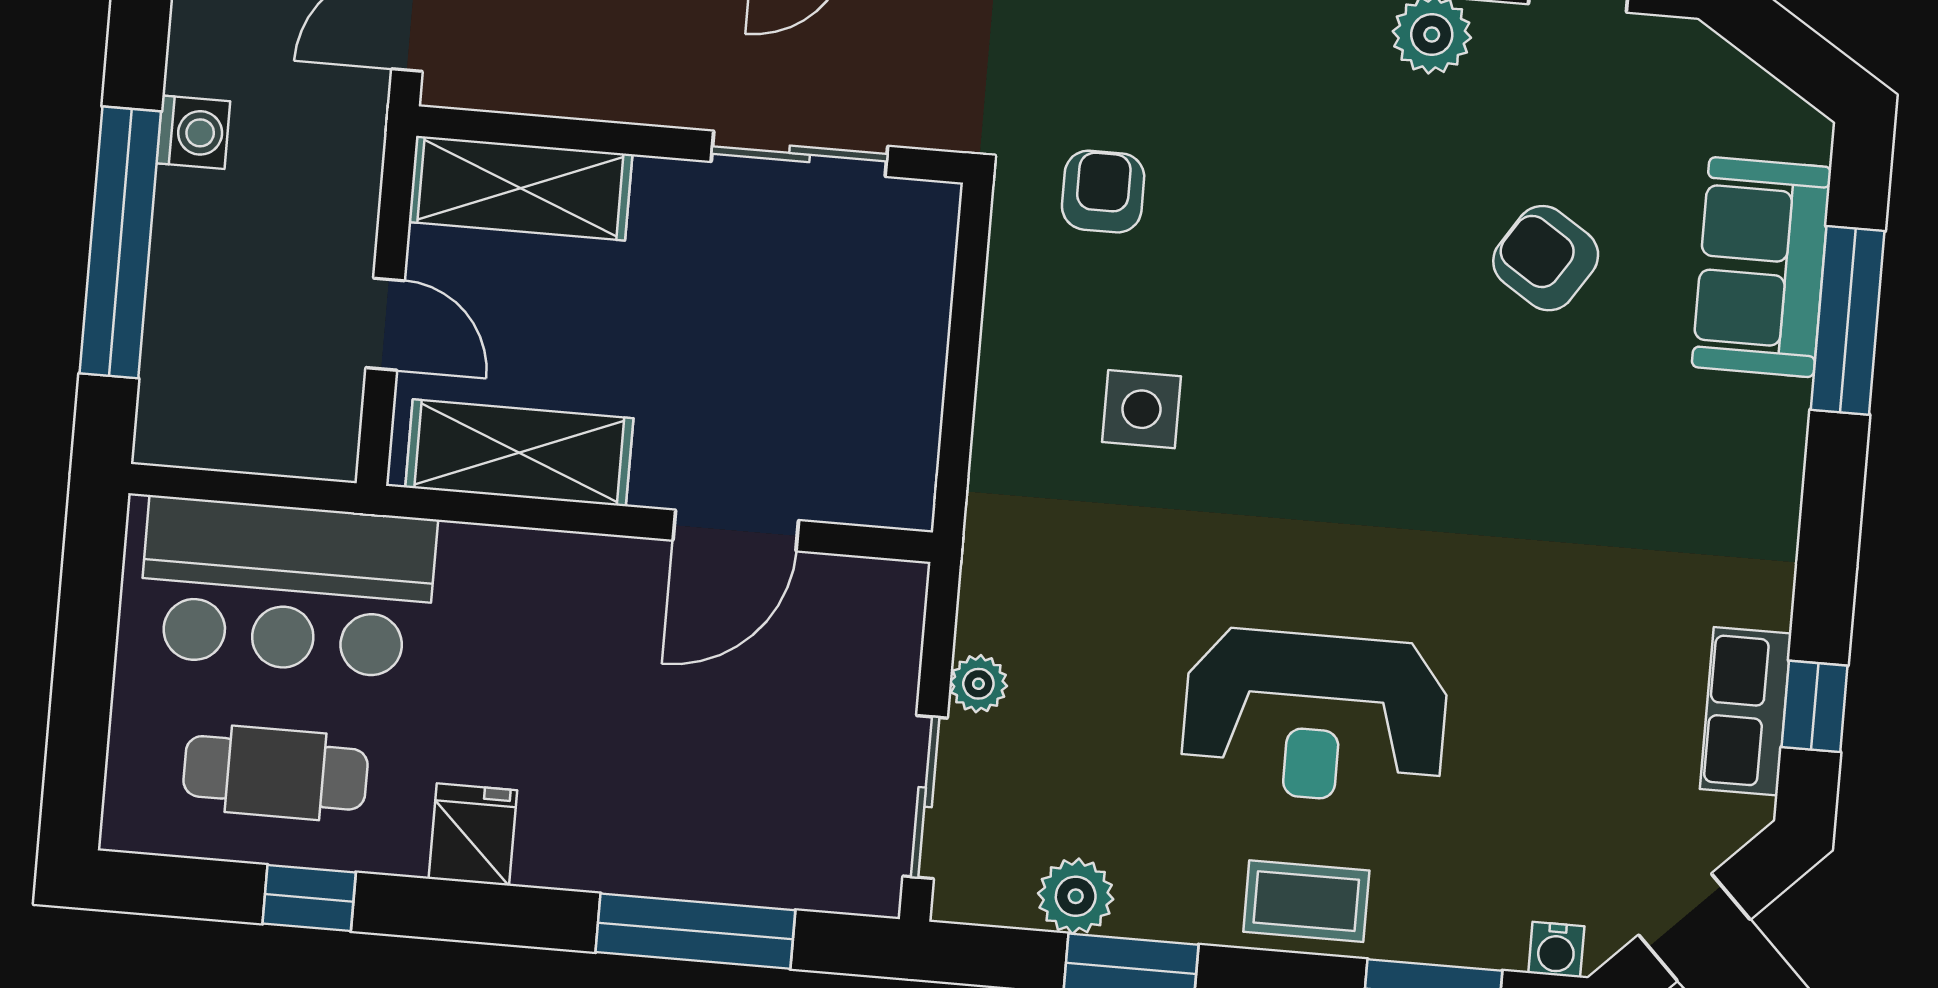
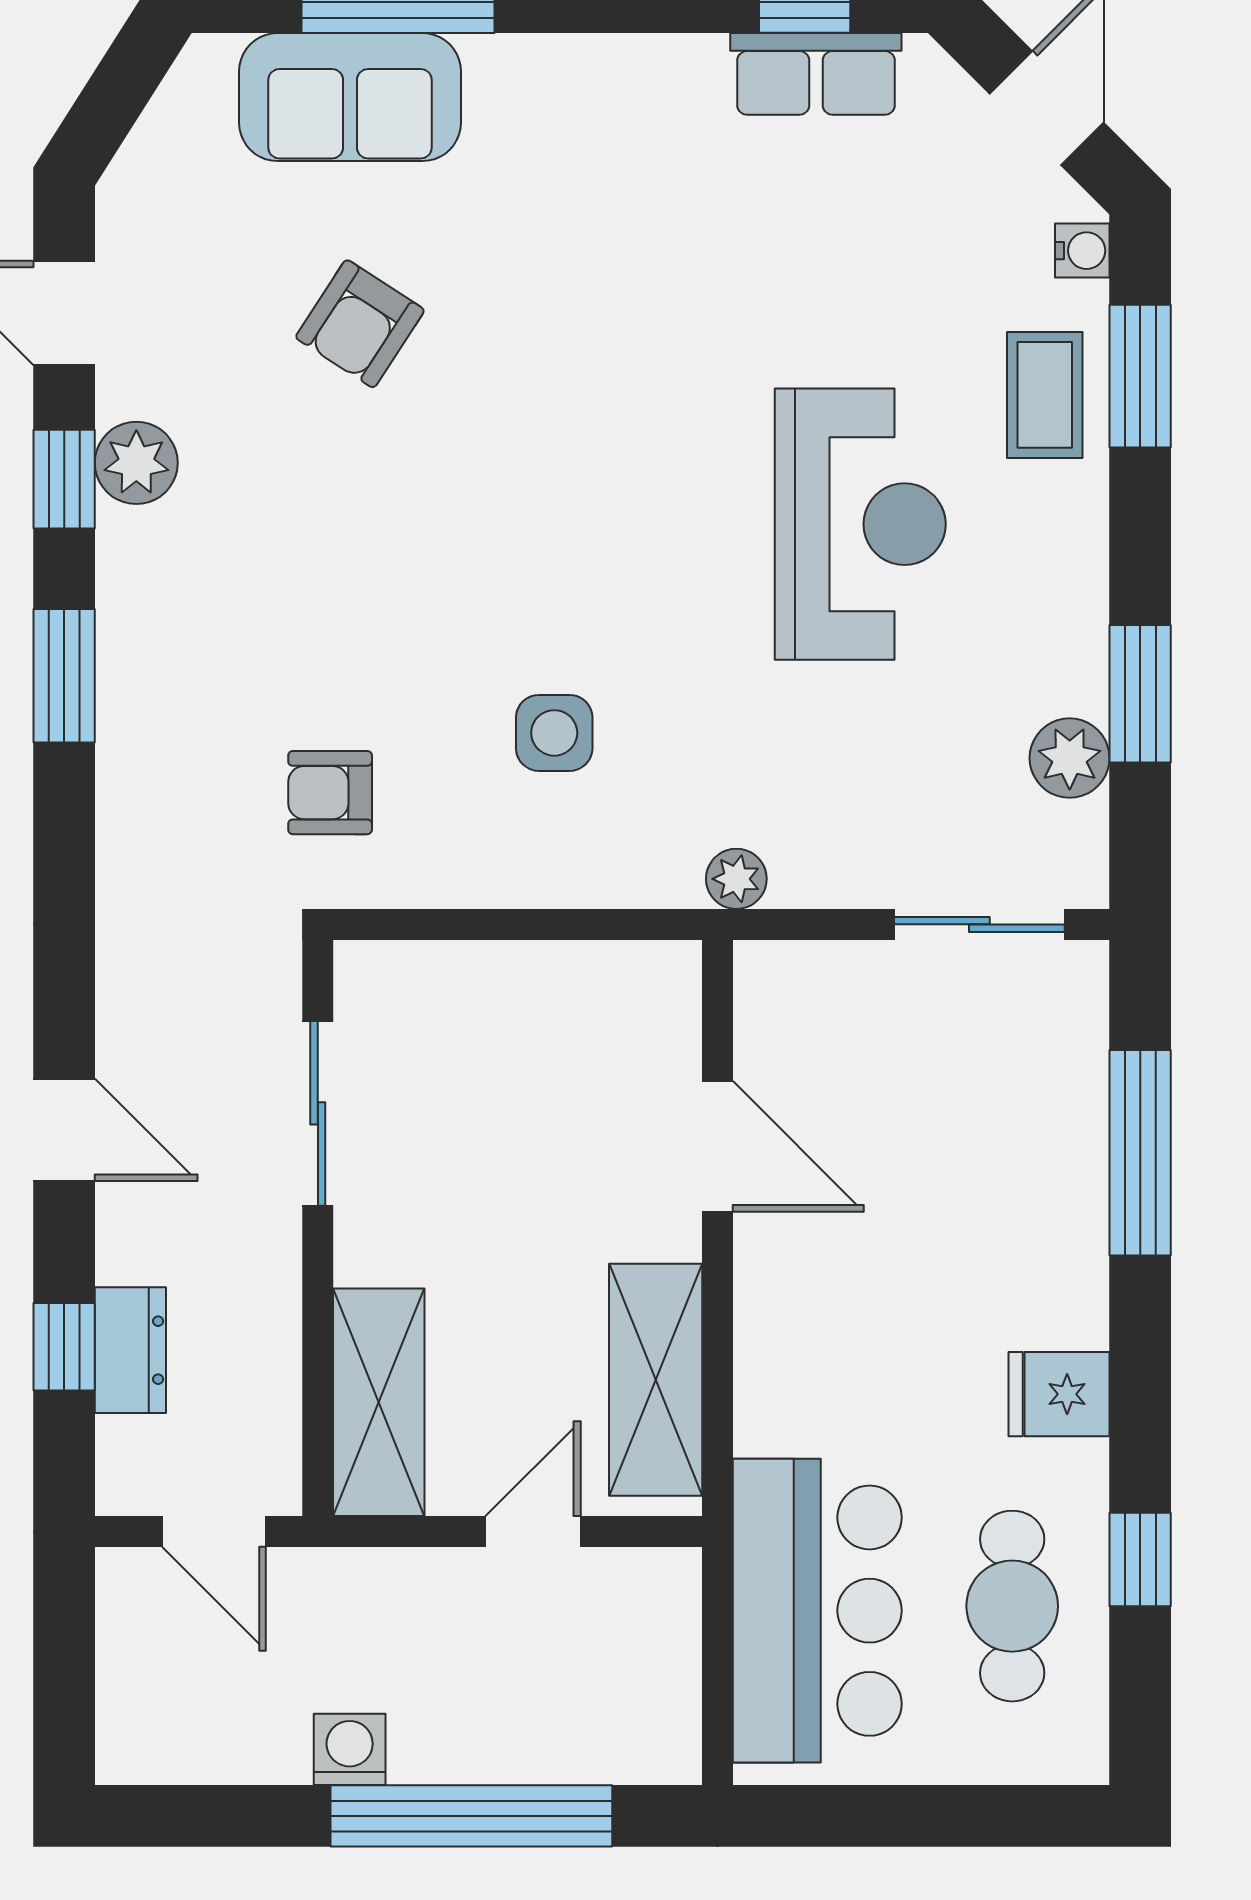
plant: (978, 684) -> (736, 879), moved
coffee table: (1306, 901) -> (1045, 395), moved

